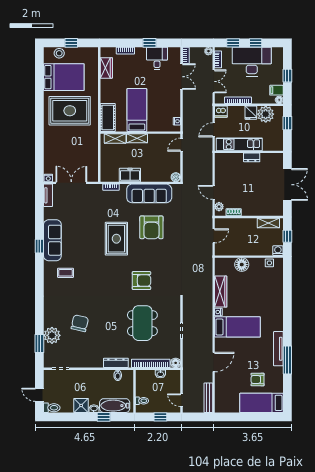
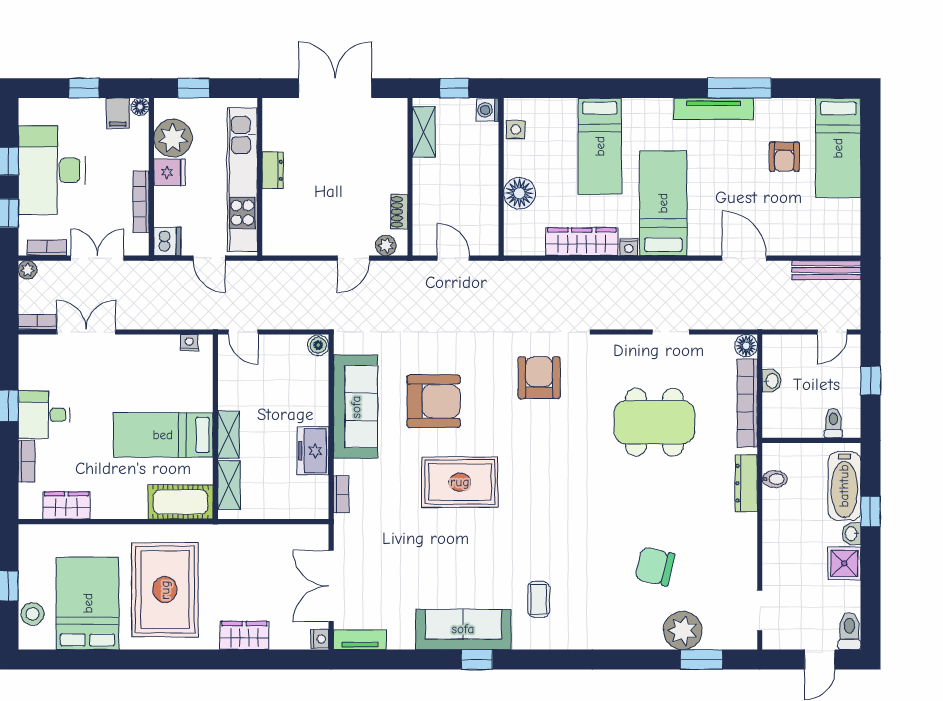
desk: (157, 58) -> (44, 415), moved
kitchen unit: (239, 144) -> (242, 180), width x1.36
wardrobe: (50, 145) -> (244, 635), added
armchair: (141, 281) -> (539, 378), moved
bed: (262, 299) -> (600, 146), added

